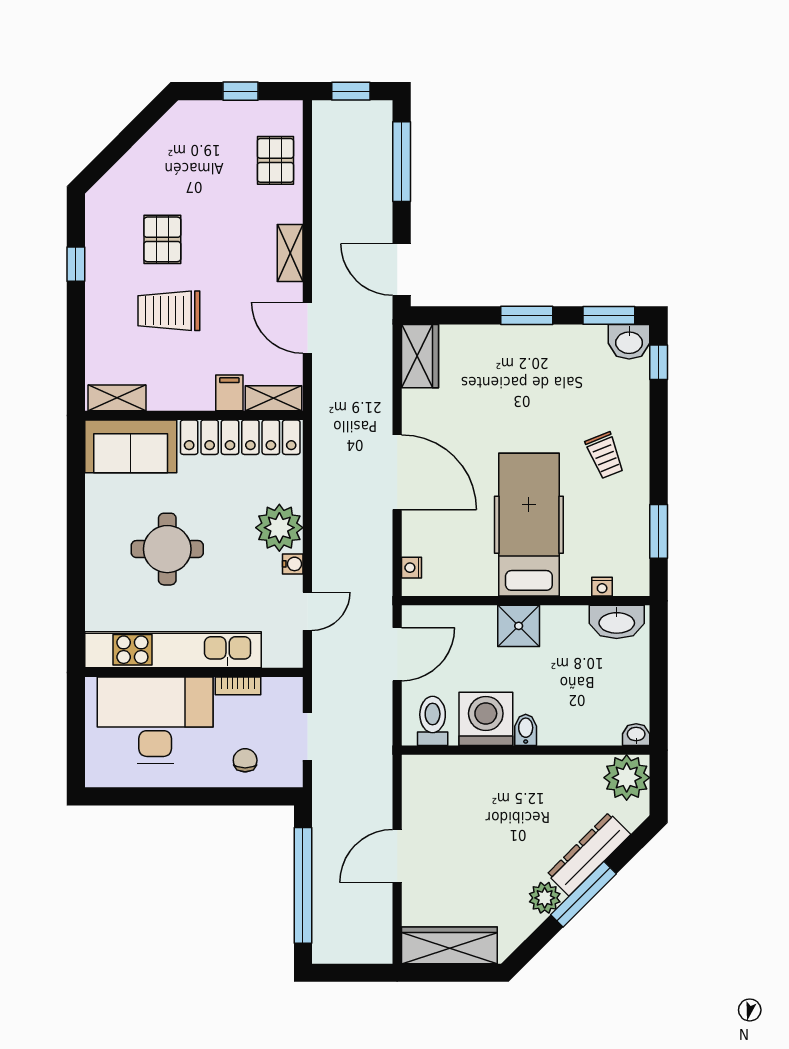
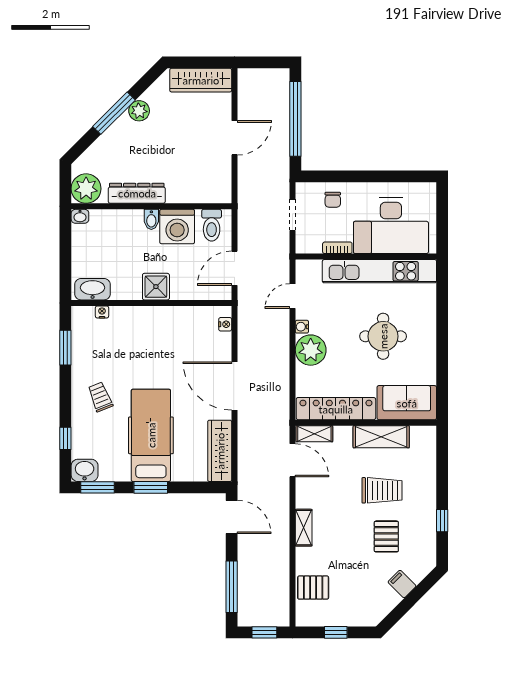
pallet: (275, 160) -> (313, 588), turned 90
door: (307, 328) -> (292, 460), moved
wardrobe: (420, 356) -> (220, 451), width x1.50
window: (659, 362) -> (65, 438), moved
filing cabinet: (229, 393) -> (402, 584), moved, turned 135
shelving: (117, 398) -> (381, 437), moved, width x1.50, depth x1.33
hospital bed: (529, 525) -> (151, 435), moved, turned 180
dresser: (589, 854) -> (137, 193), moved, turned -135

